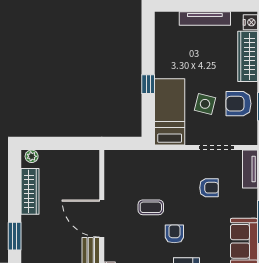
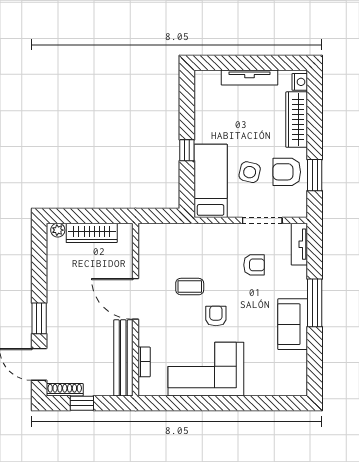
wardrobe: (30, 191) -> (92, 233), moved, turned 90

